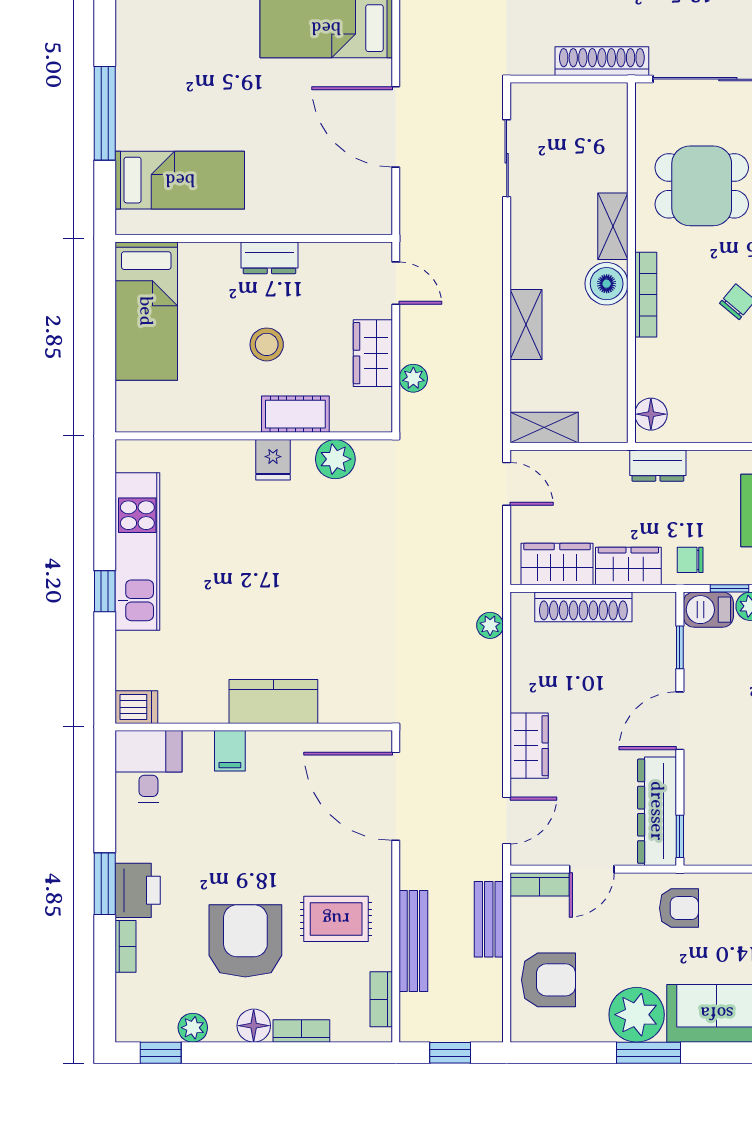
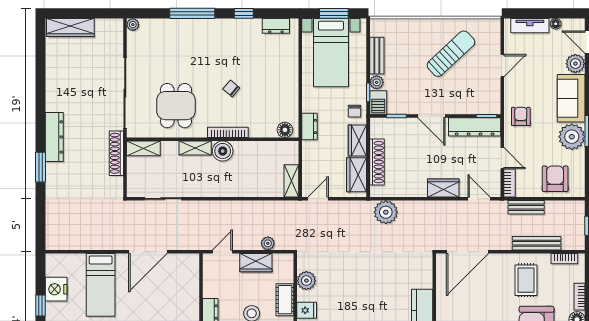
shelving: (526, 324) -> (143, 148), moved
plant: (490, 625) -> (386, 212), width x1.88, depth x1.88

